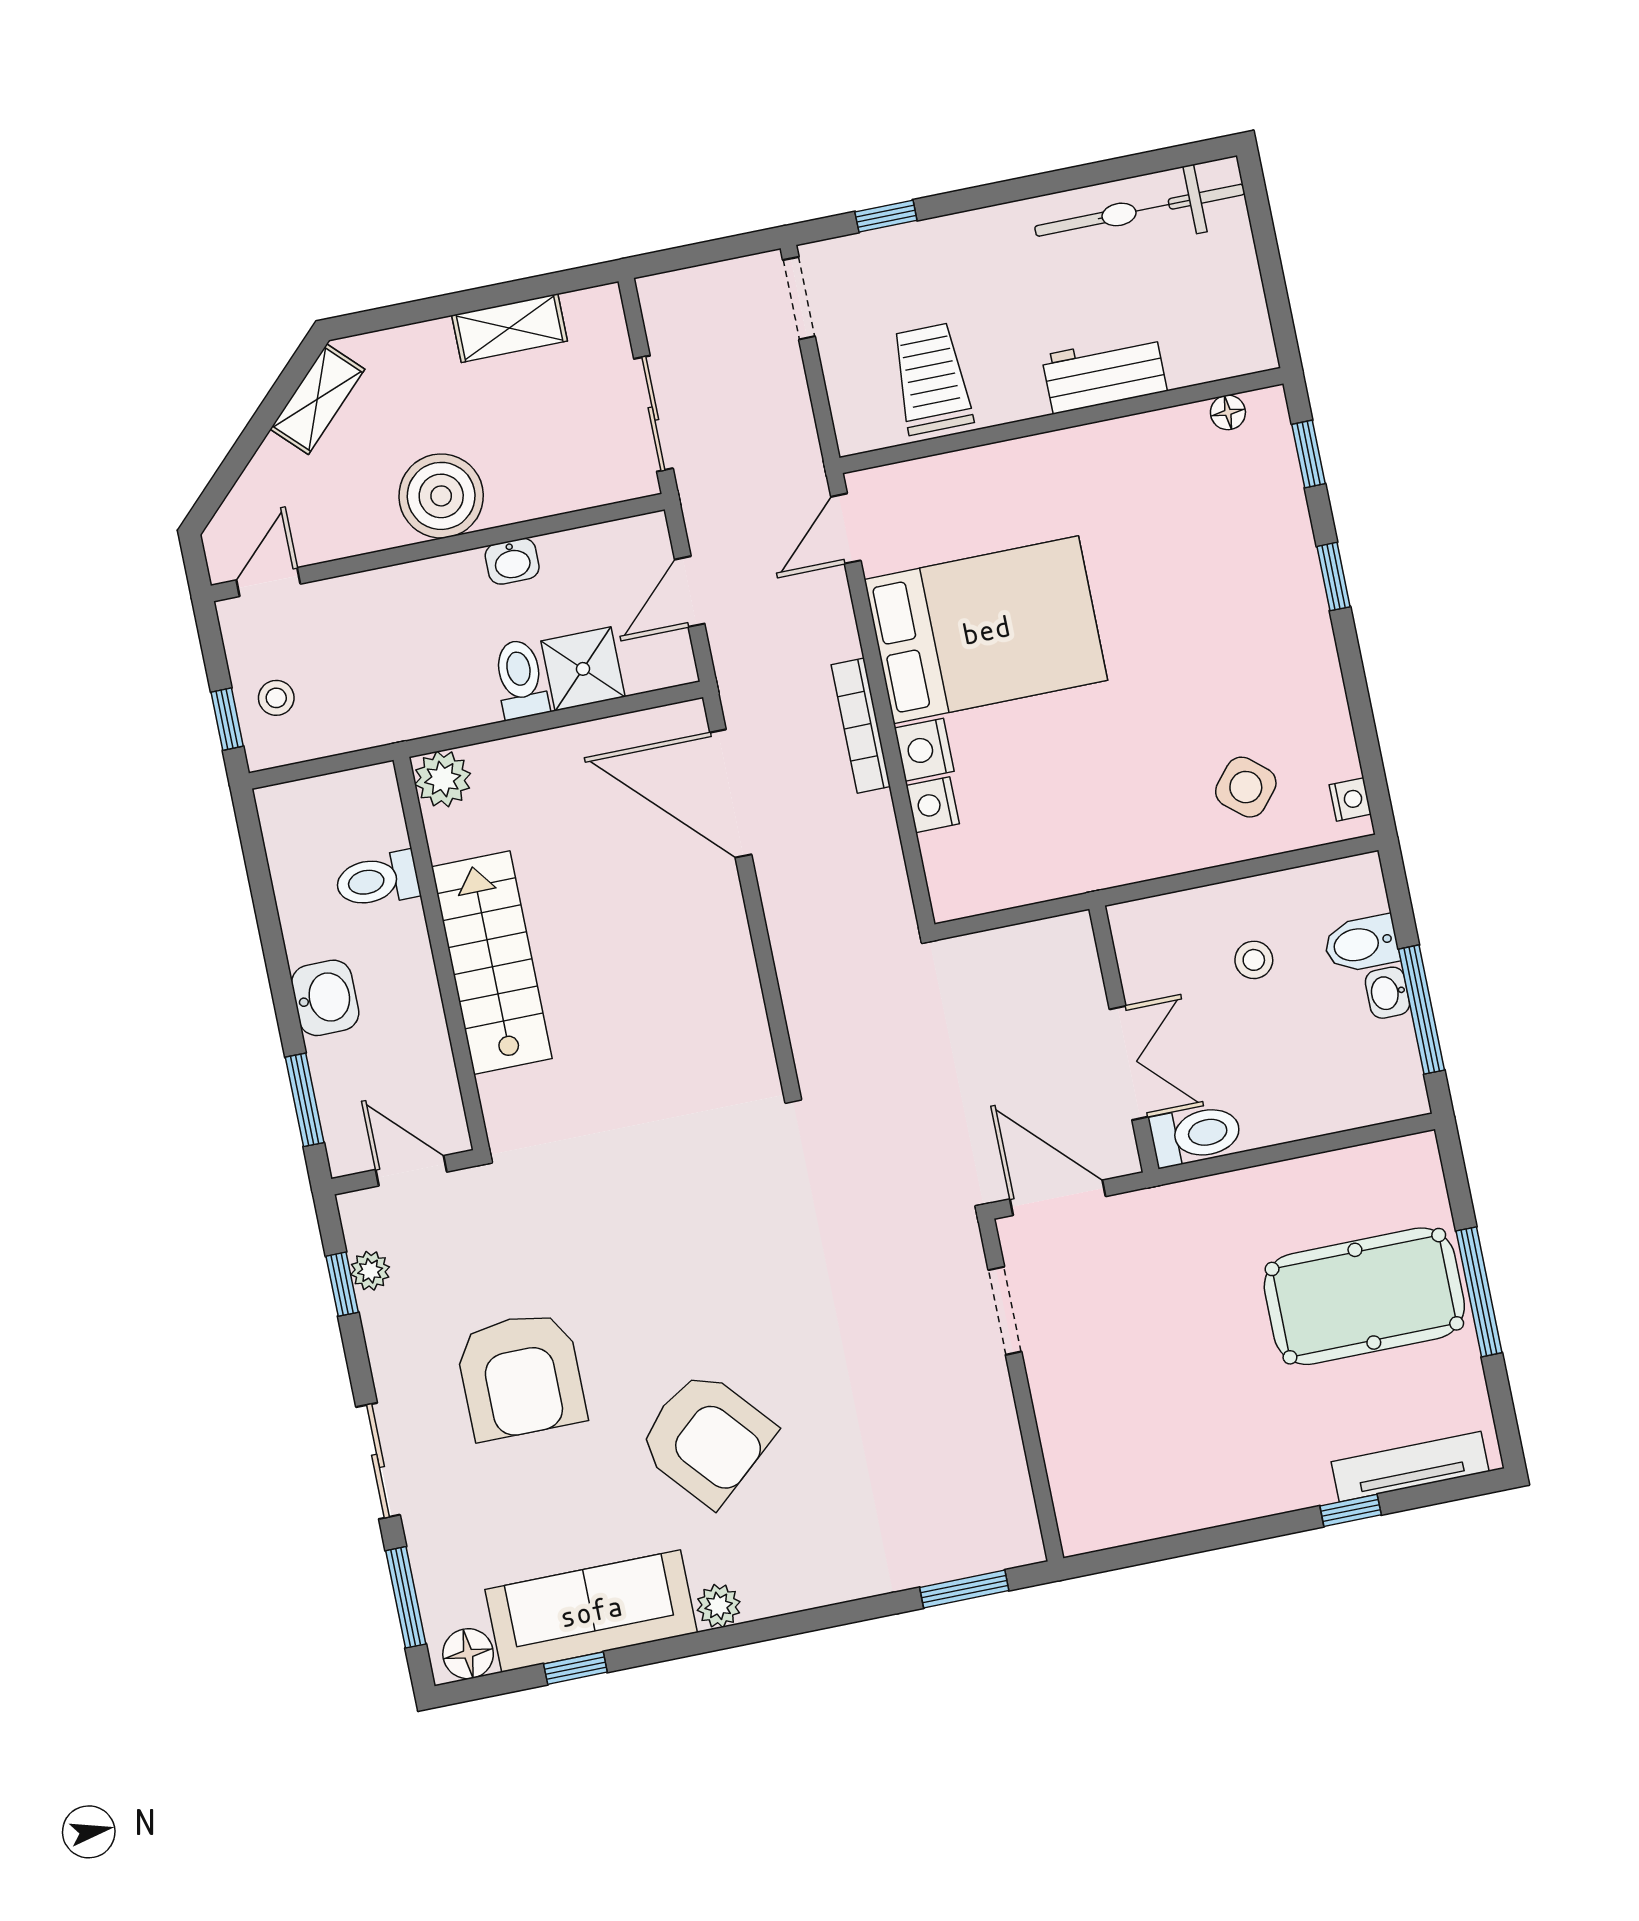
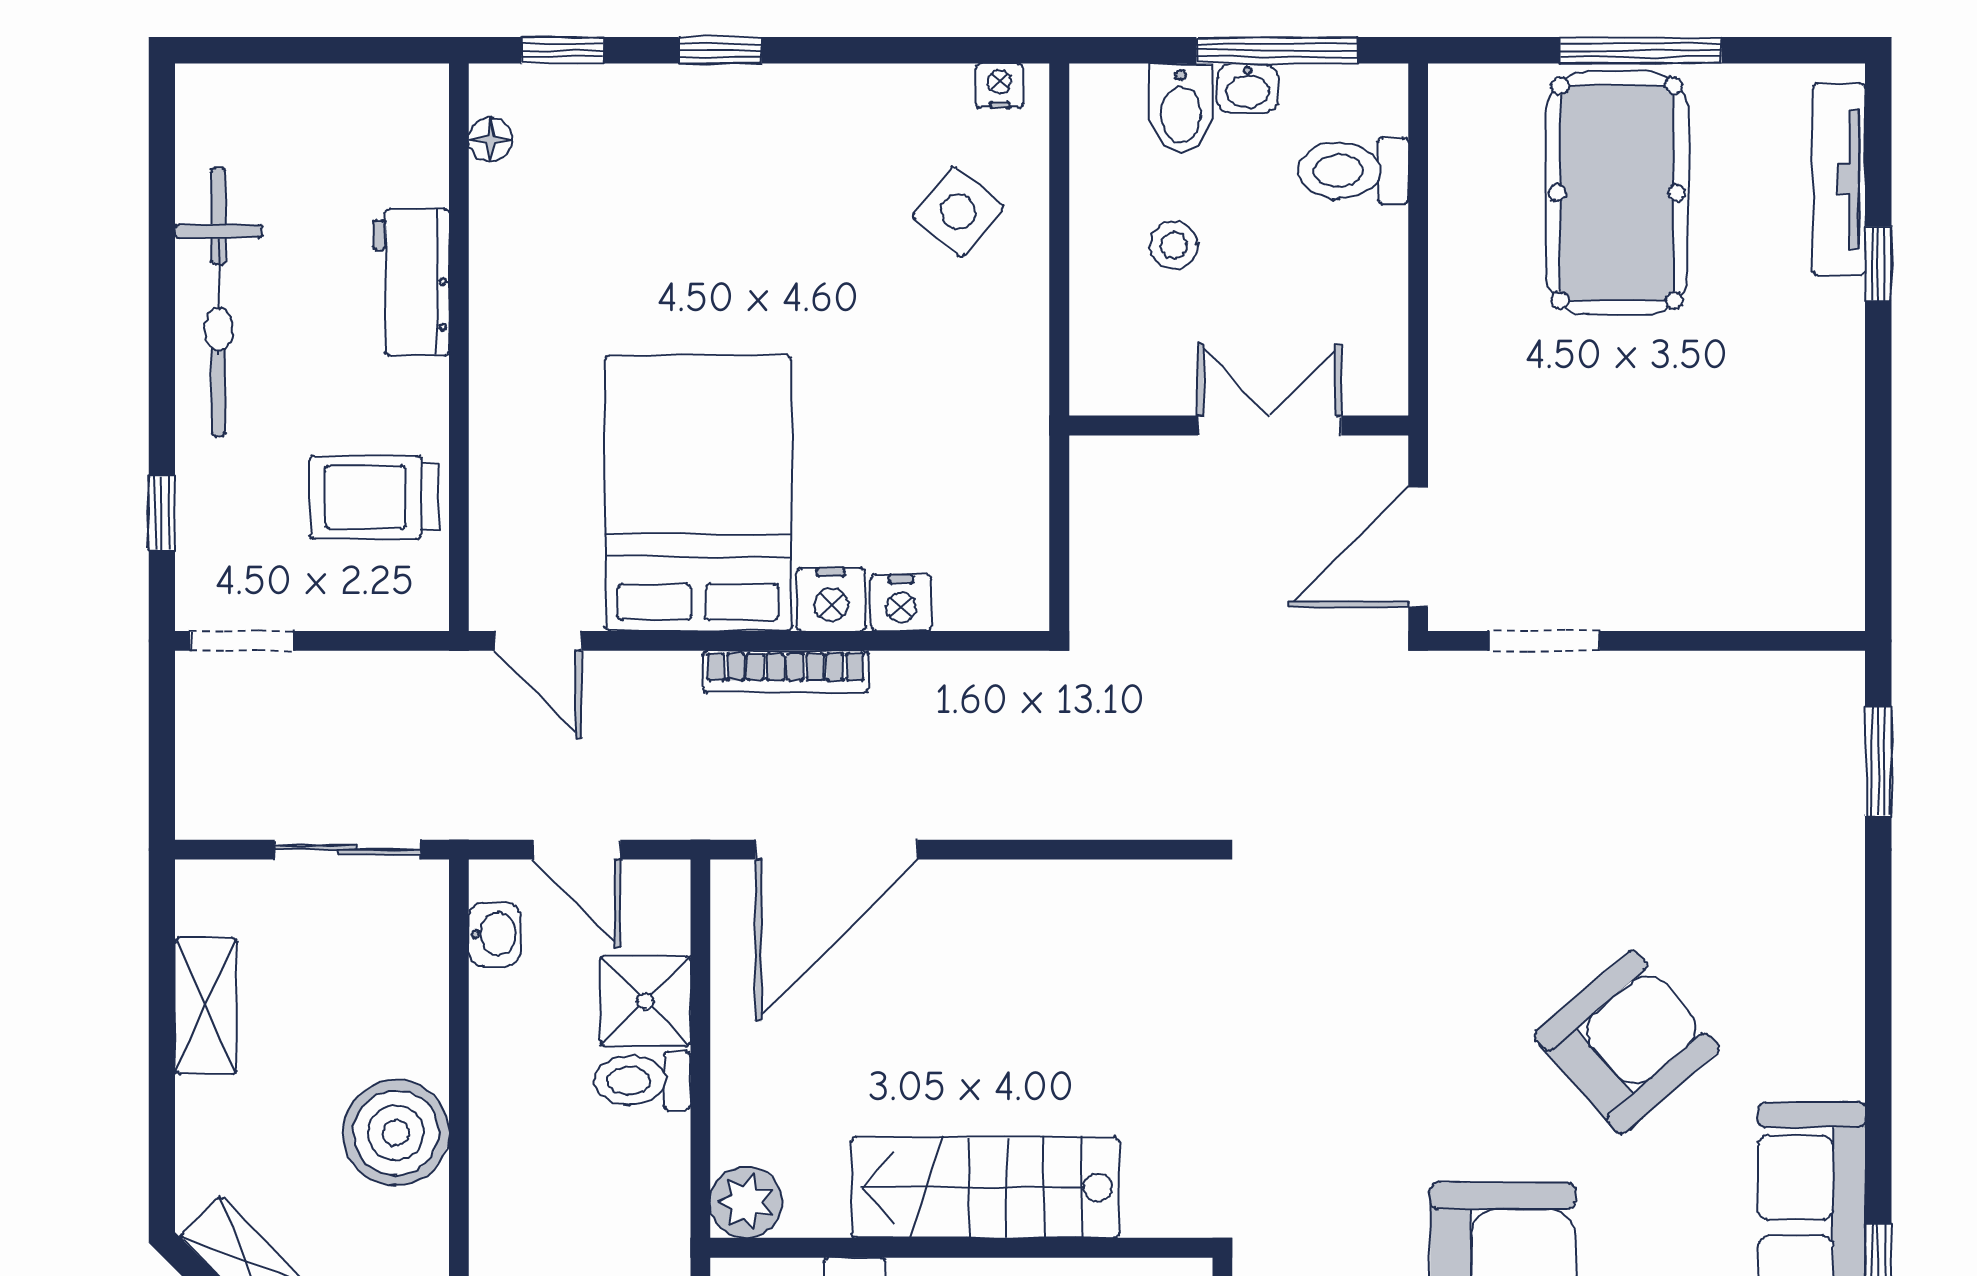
bicycle: (1140, 210) -> (219, 302), moved
washbasin: (512, 561) -> (495, 934), moved
toilet: (1196, 1135) -> (1353, 171), moved, turned -90
plant: (719, 1606) -> (1837, 1069), removed

